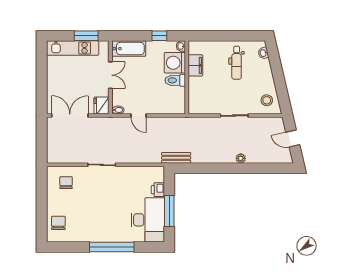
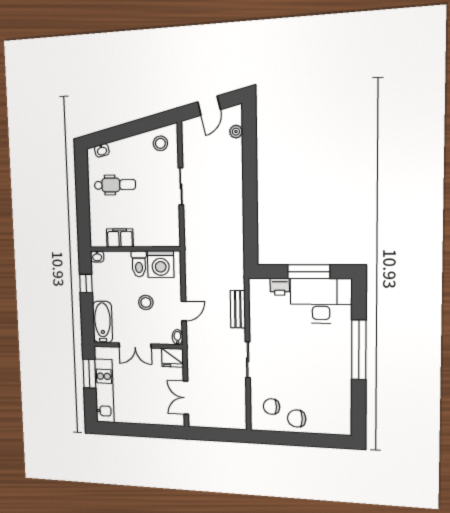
washing machine: (175, 63) -> (161, 264), moved
double door: (110, 75) -> (135, 345), swing flipped
stool: (145, 85) -> (146, 302), added
double door: (70, 116) -> (186, 398), width x0.73
bench: (176, 158) -> (238, 309), moved
plant: (241, 158) -> (236, 132), moved
chair: (58, 223) -> (297, 418), moved

